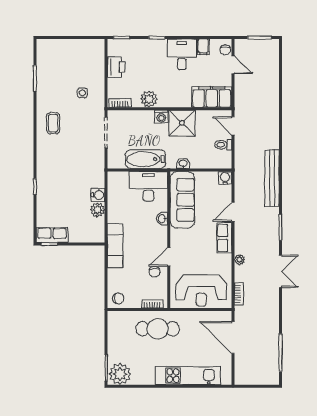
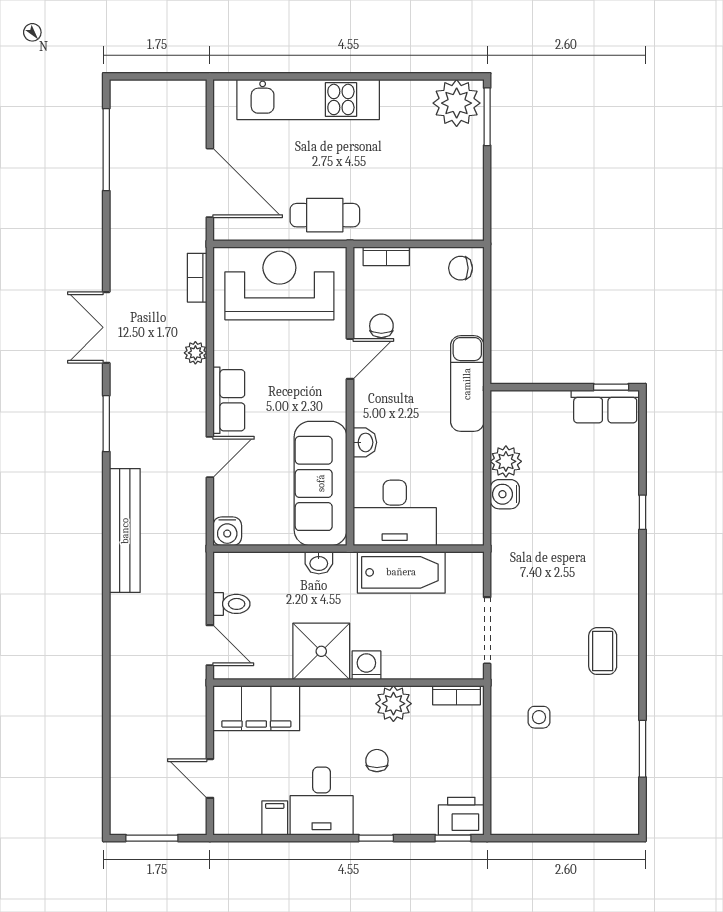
chair: (225, 50) -> (377, 761), moved
printer: (116, 67) -> (461, 816), moved, turned 90
cafe table: (158, 329) -> (325, 215), moved, width x0.73, depth x0.74

